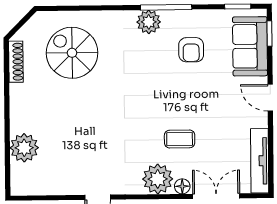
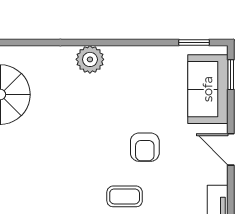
window: (166, 7) -> (110, 43), removed
armchair: (191, 50) -> (145, 147), moved

